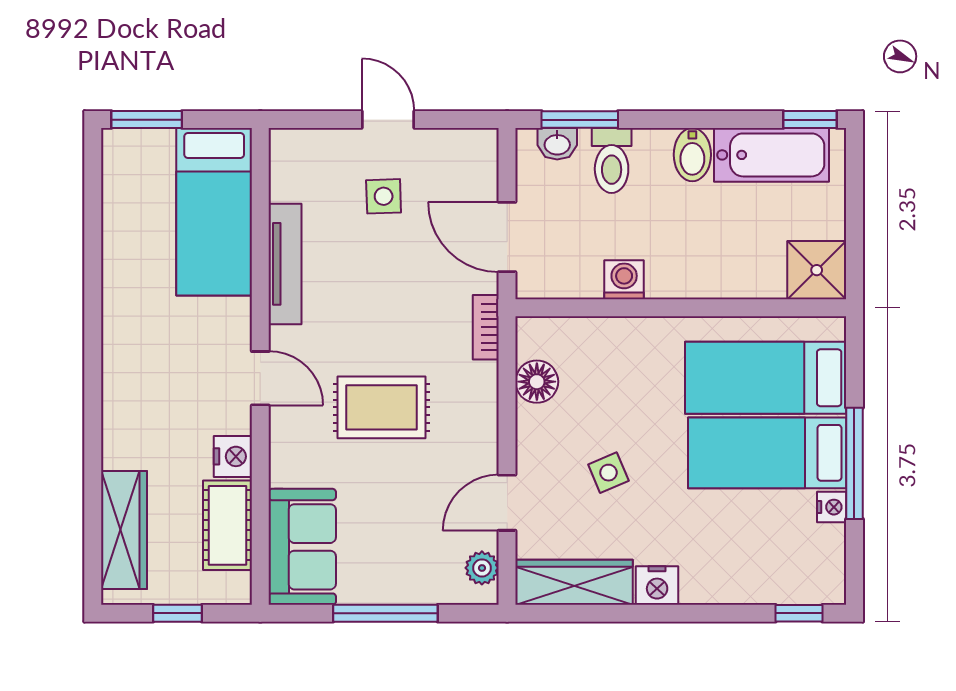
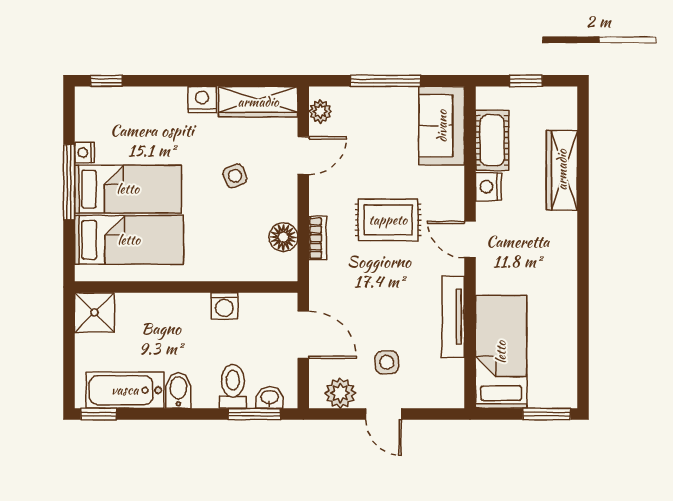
plant: (452, 150) -> (340, 393), added
bookcase: (486, 327) -> (318, 238), moved
wardrobe: (124, 530) -> (562, 170), moved

